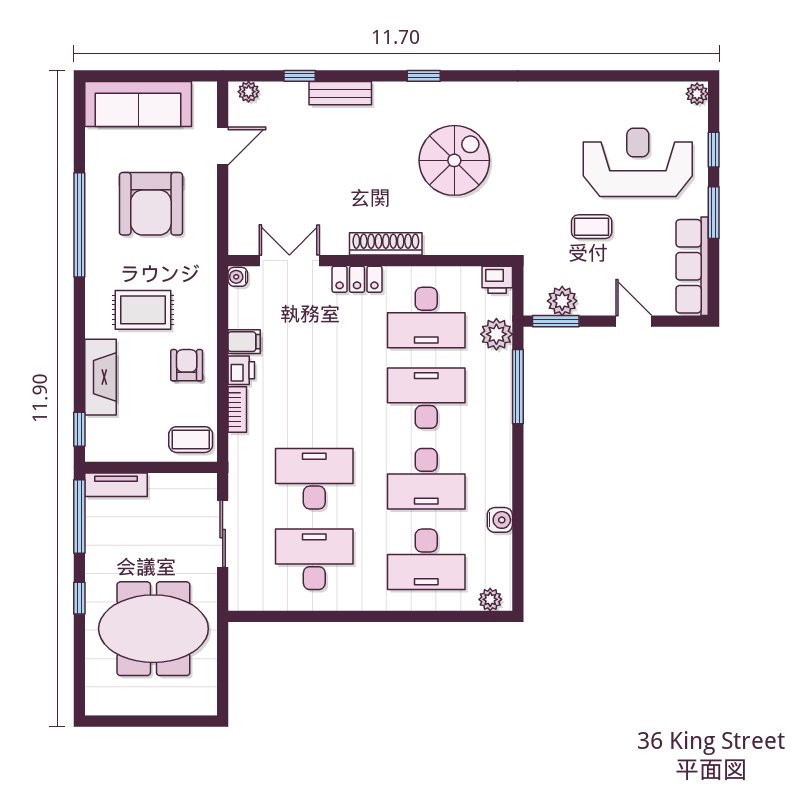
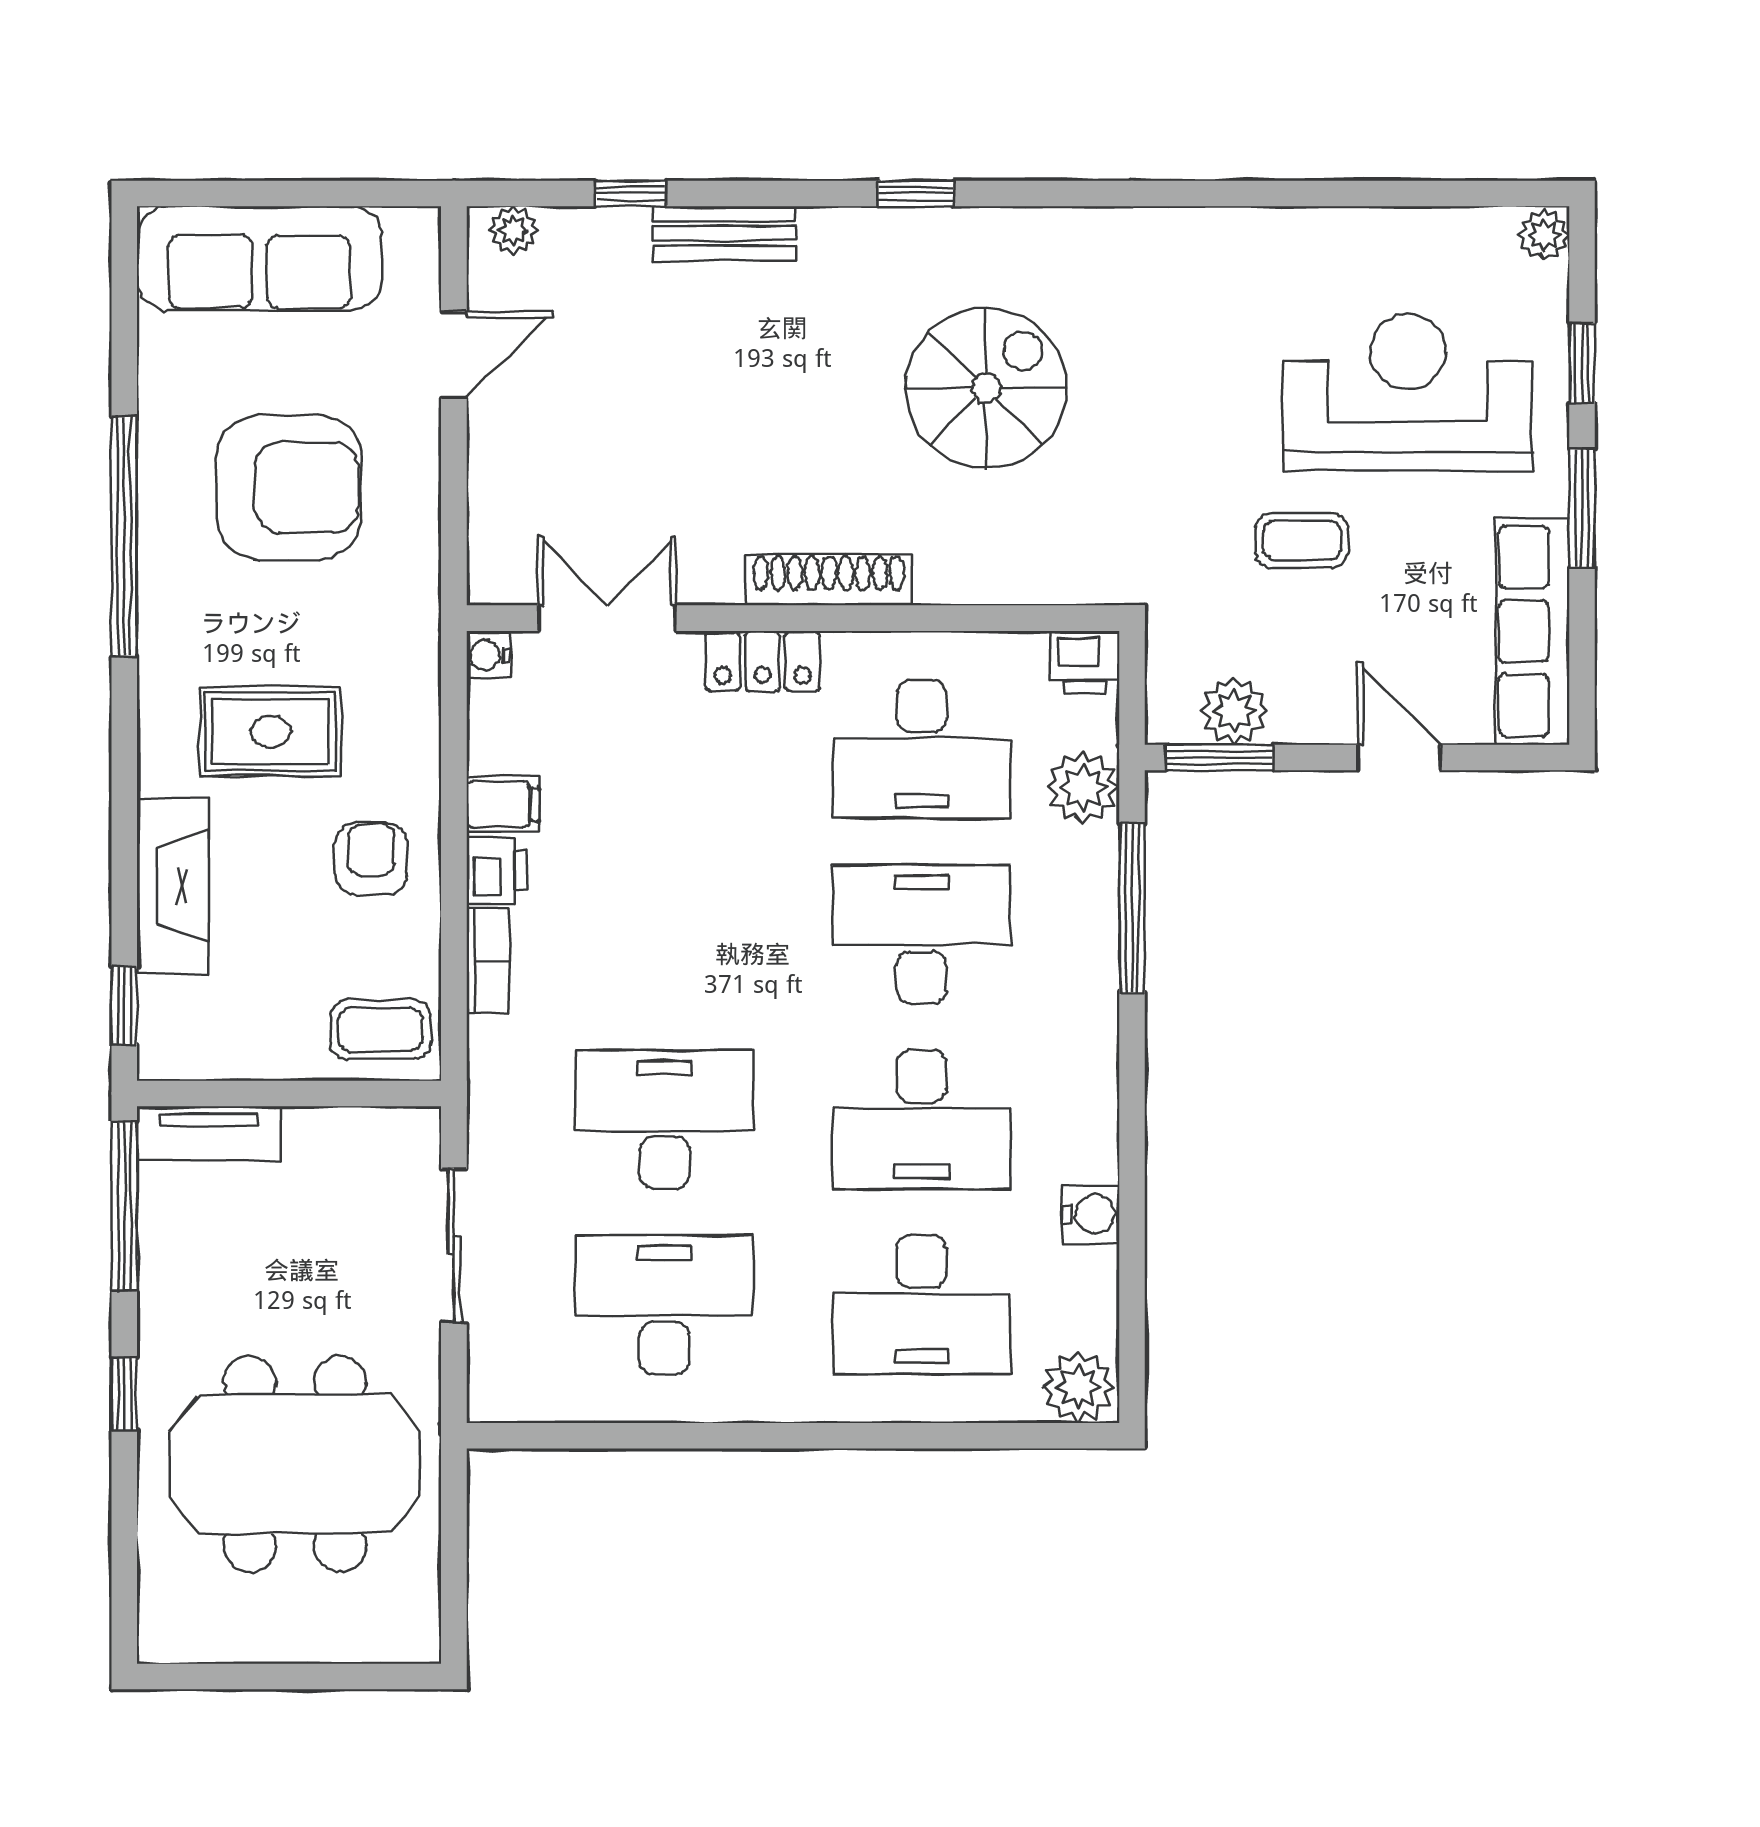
armchair: (151, 204) -> (289, 488), turned -90
plant: (490, 599) -> (1078, 1387), width x1.38, depth x1.38

